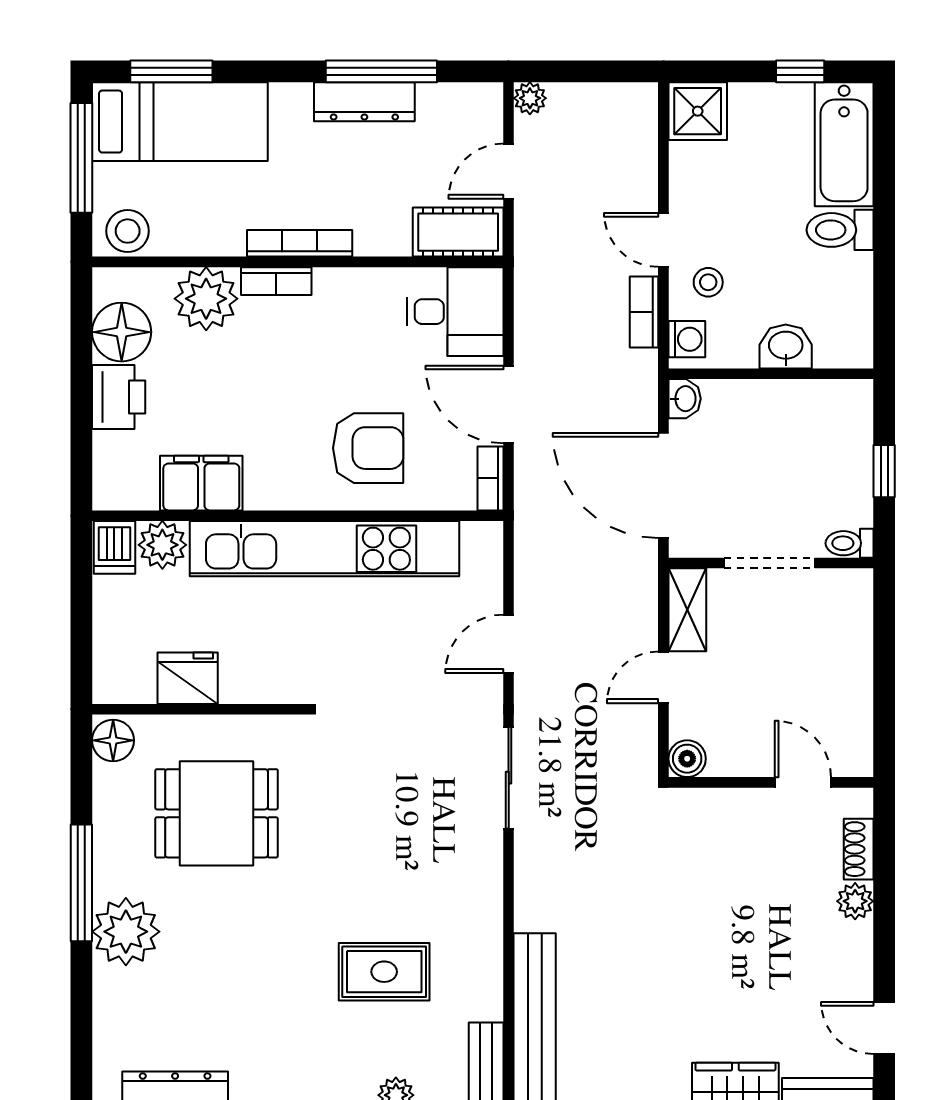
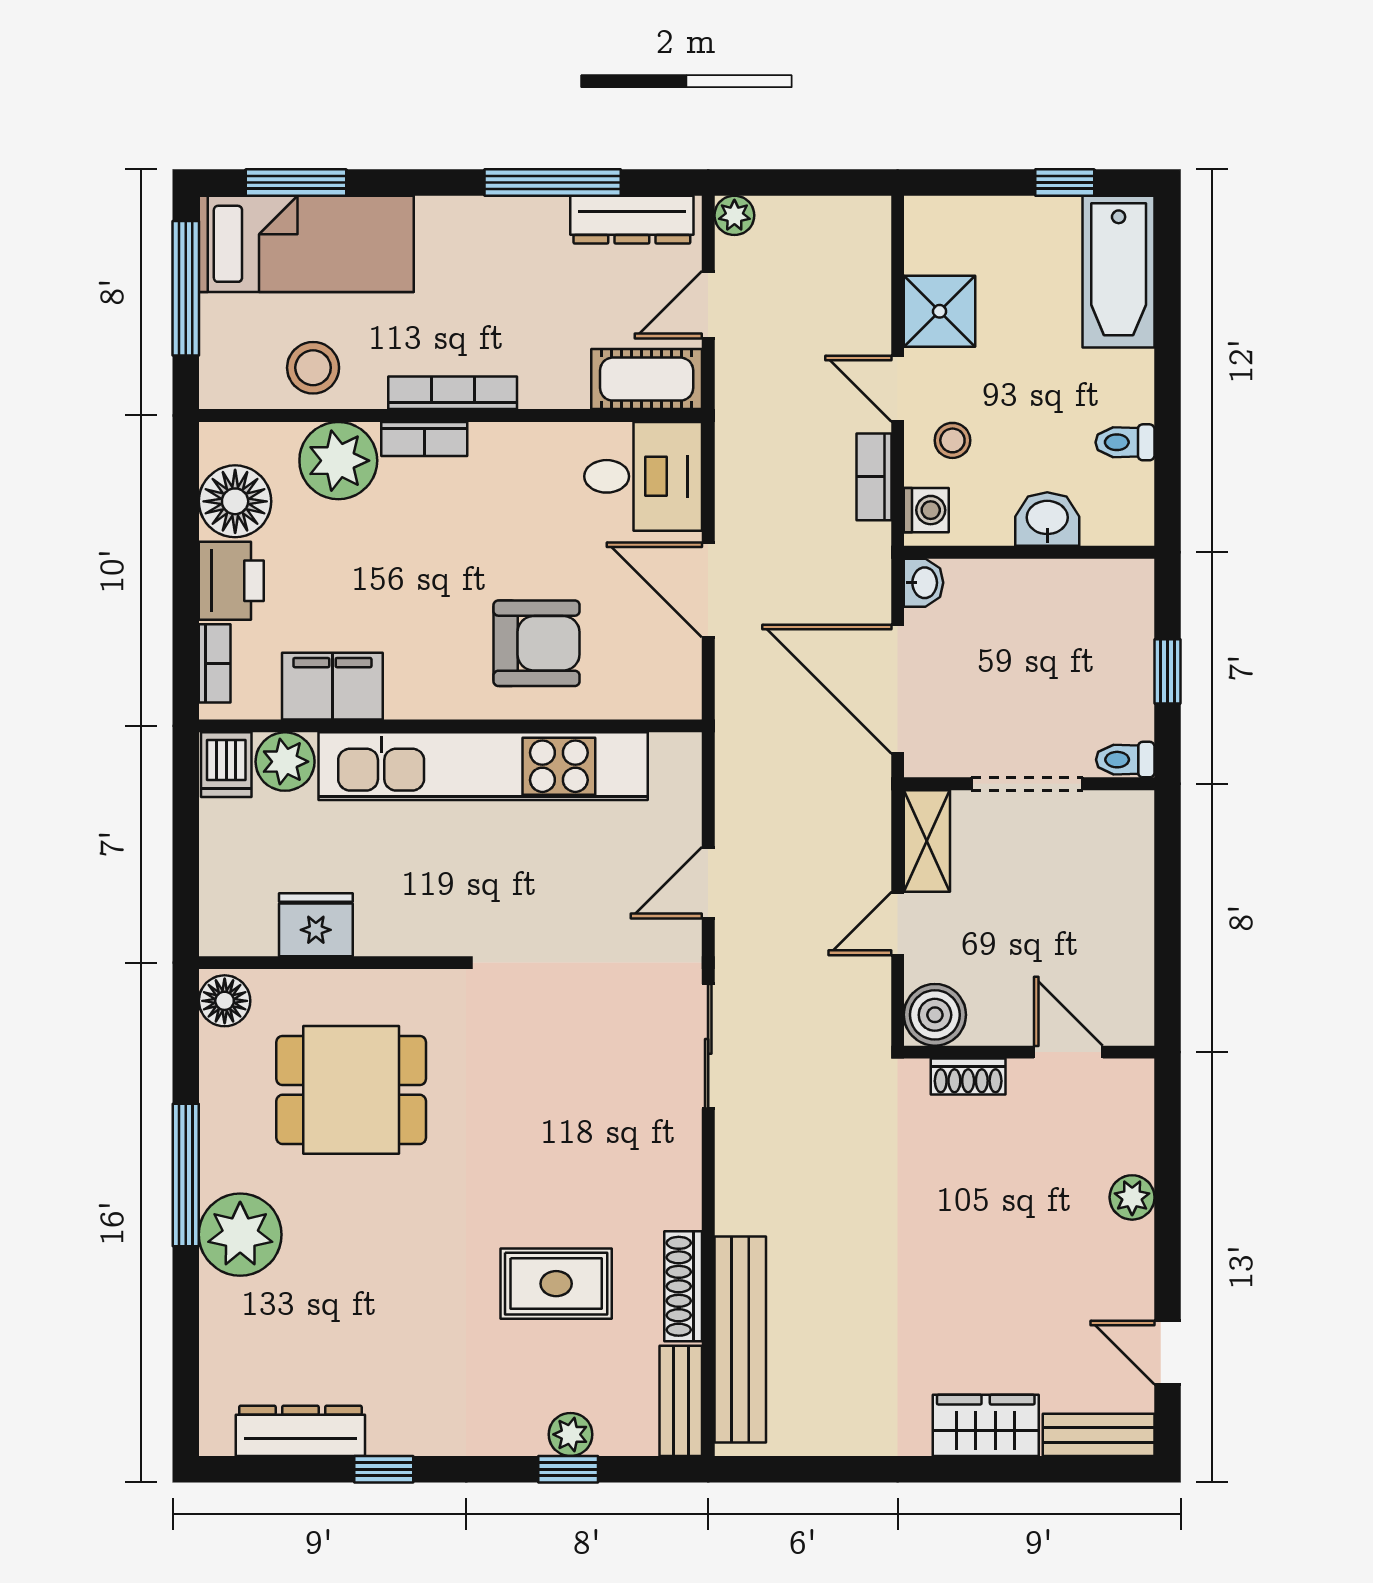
dresser: (364, 102) -> (632, 220), moved
shower: (698, 111) -> (940, 311), moved
toilet: (840, 230) -> (1125, 442), moved, width x0.73, depth x0.72
stool: (128, 231) -> (313, 368), moved
bookcase: (491, 478) -> (215, 663), moved, turned 180
boiler: (687, 759) -> (935, 1015), width x1.36, depth x1.36
shoe rack: (859, 849) -> (968, 1076), moved, turned -90
shoe rack: (488, 974) -> (683, 1286), added

